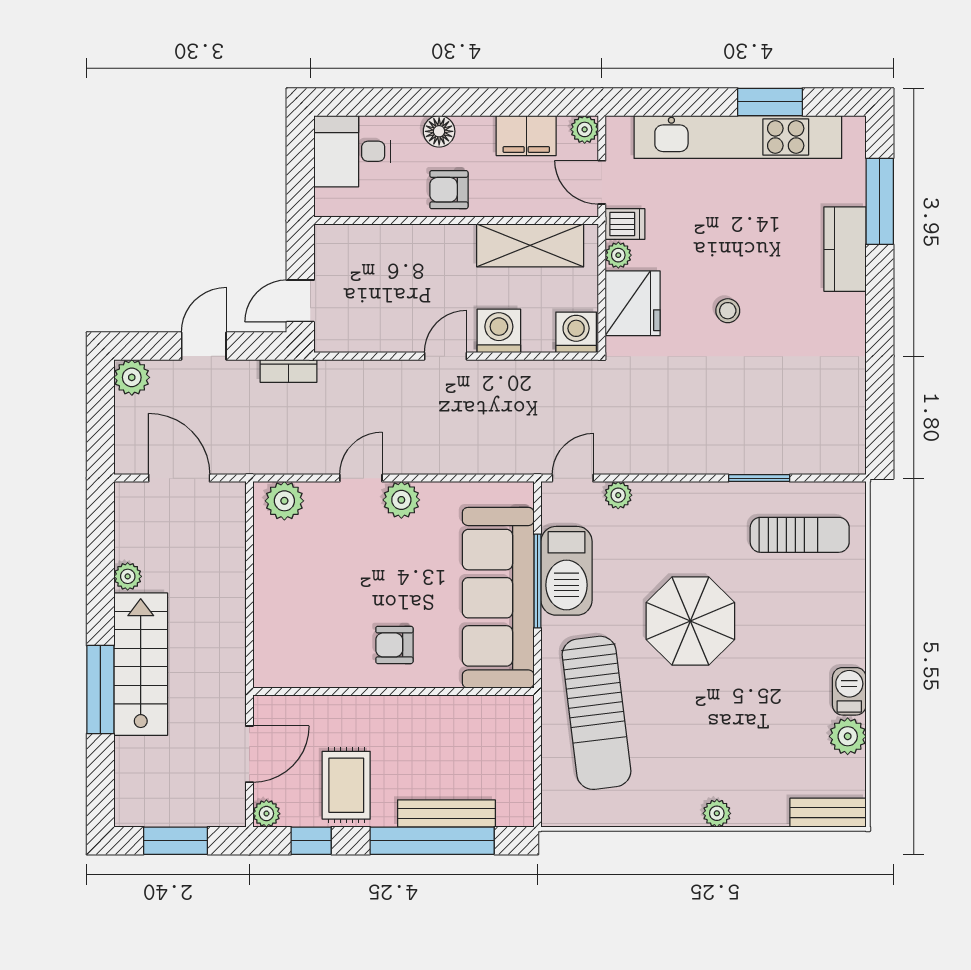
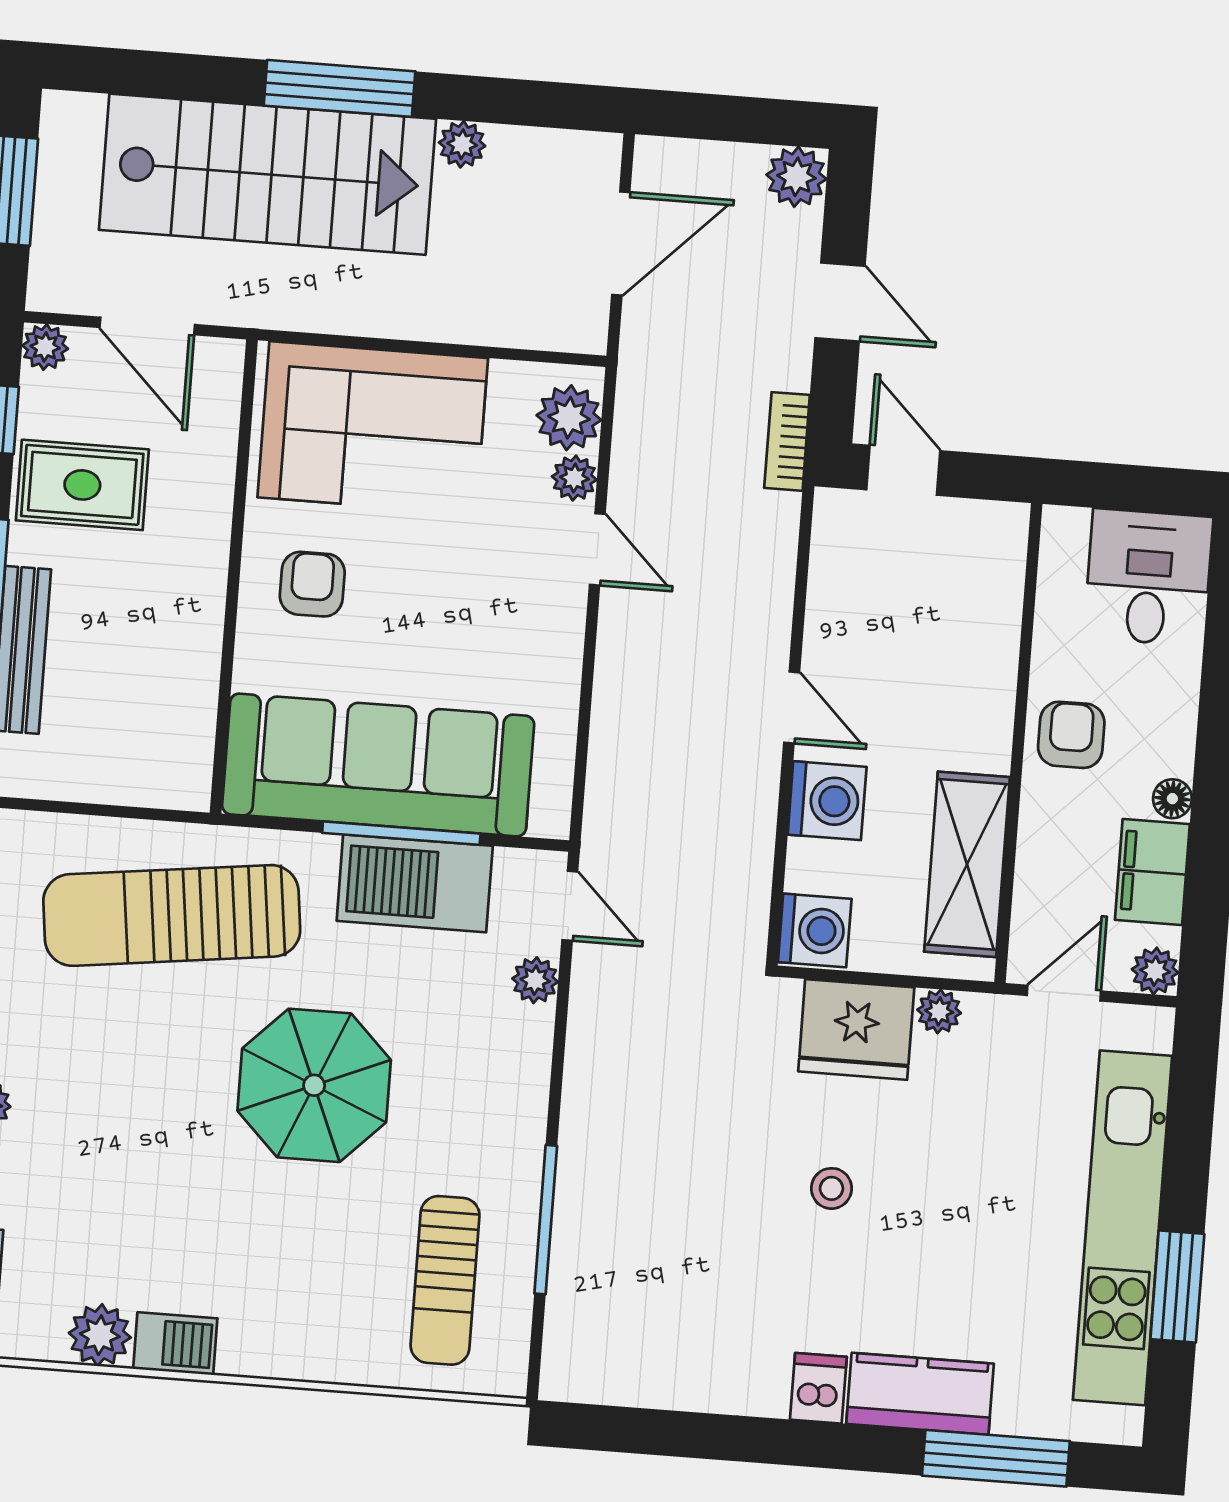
floor lamp: (439, 131) -> (1172, 799), moved, width x0.73, depth x0.73
dishwasher: (625, 224) -> (818, 1388), moved, turned 180
window: (759, 478) -> (546, 1220), width x1.44
plant: (401, 500) -> (574, 478), moved, width x0.73, depth x0.73
corner sofa: (299, 616) -> (373, 428), added
stairs: (141, 664) -> (267, 174), width x1.36, depth x1.51
window: (100, 690) -> (340, 88), moved

